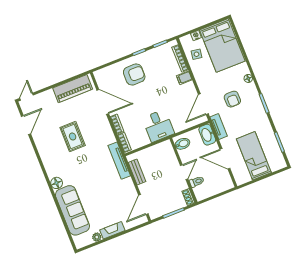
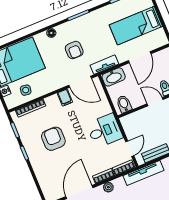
armchair: (134, 74) -> (53, 139), moved
filing cabinet: (184, 78) -> (65, 98), moved
armchair: (232, 99) -> (74, 50), turned 90
plant: (107, 128) -> (108, 187), added
door: (142, 148) -> (130, 149), added

